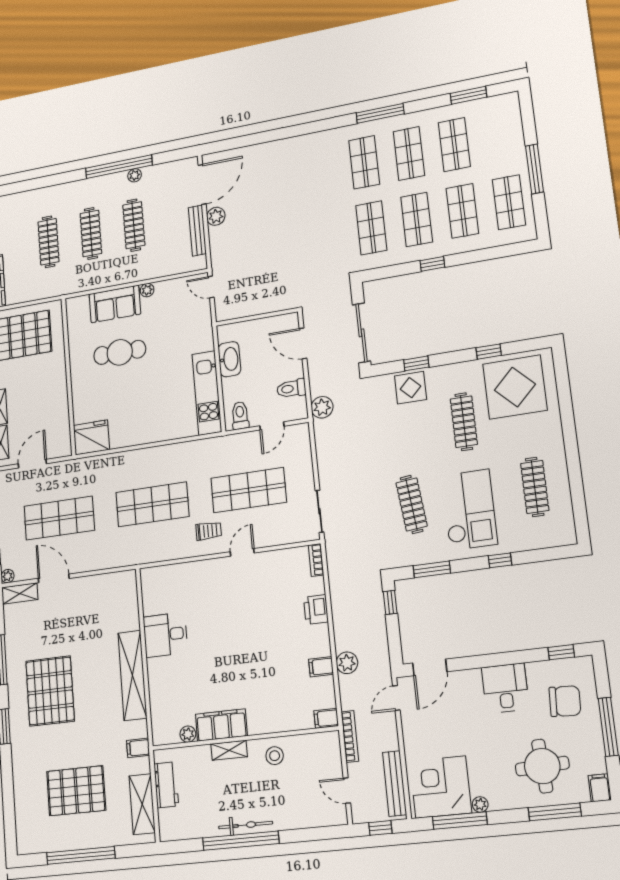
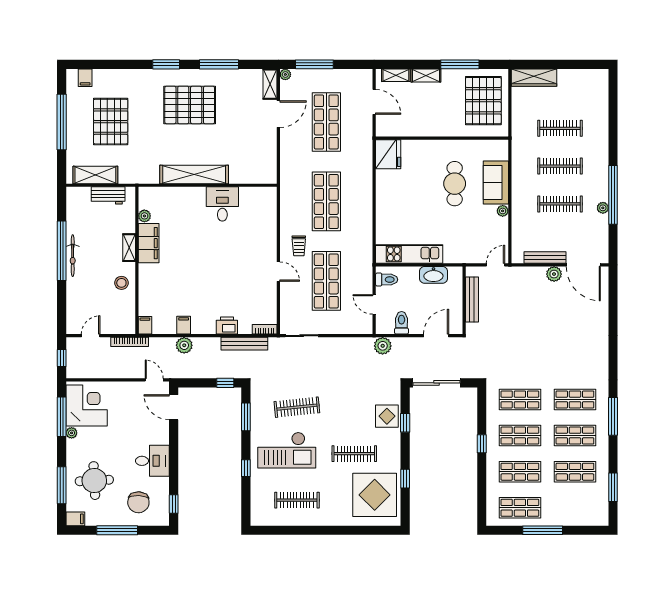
bench: (255, 308) -> (472, 300), added
filing cabinet: (138, 748) -> (85, 78), moved, turned 180
bench: (395, 784) -> (244, 344), moved

